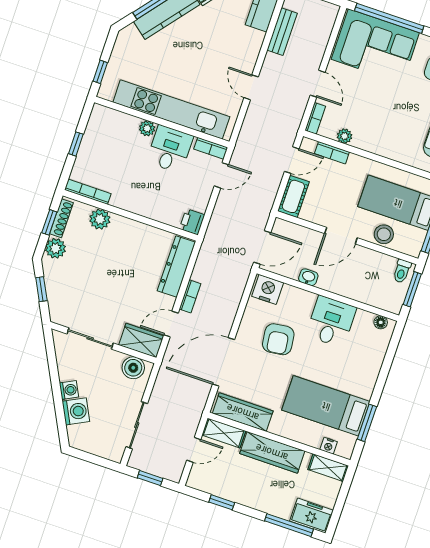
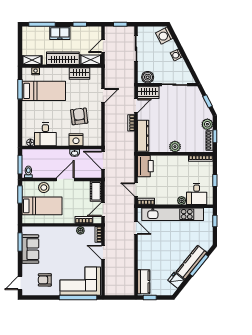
bench: (282, 32) -> (130, 273), removed
door: (251, 87) -> (136, 228), moved
desk: (170, 149) -> (197, 194), moved
door: (221, 175) -> (136, 190), hinge flipped
plant: (100, 219) -> (175, 147), moved
printer: (192, 222) -> (145, 166), width x1.87, depth x1.48
door: (262, 247) -> (103, 160), hinge flipped
nightstand: (268, 289) -> (76, 140), moved
desk: (331, 322) -> (45, 134), moved
door: (223, 362) -> (103, 96), width x0.53
washing machine: (76, 411) -> (164, 36), moved
wardrobe: (243, 412) -> (80, 73), width x0.67
freezer: (312, 516) -> (60, 33), moved

